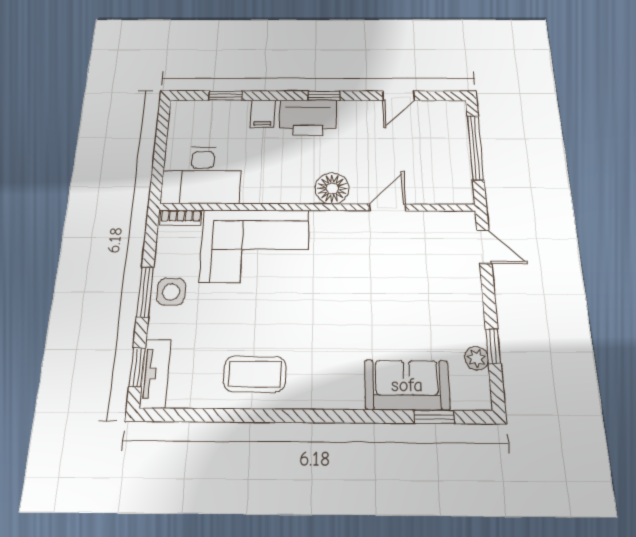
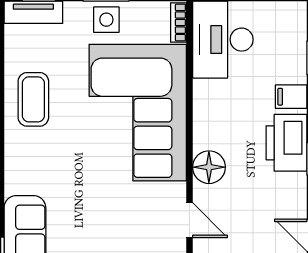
corner sofa: (255, 246) -> (138, 113), width x1.36, depth x1.36

